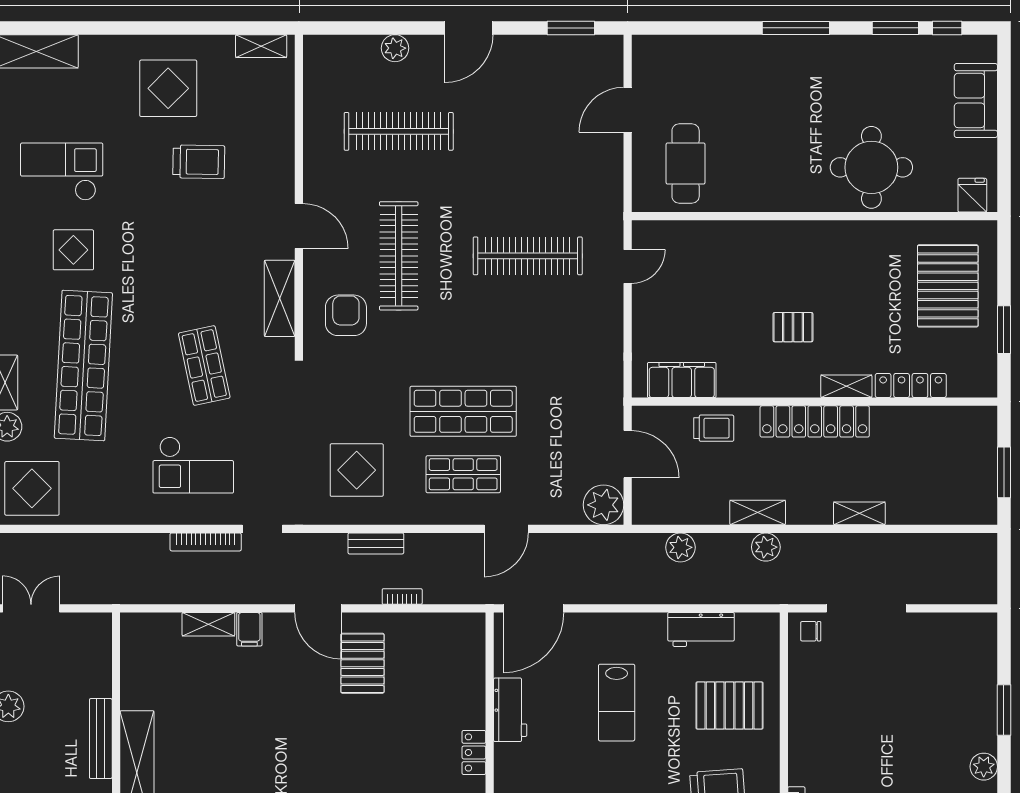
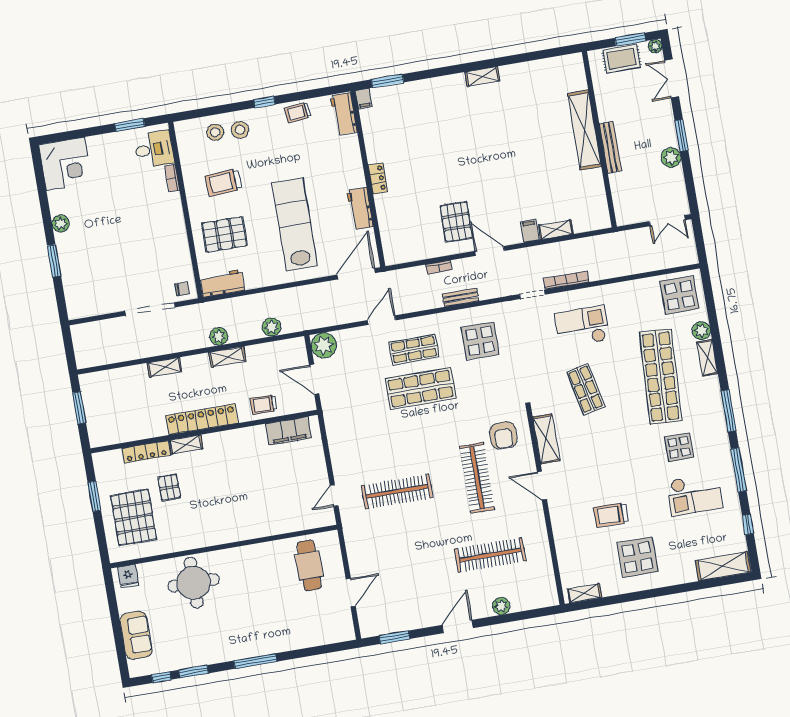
pallet: (793, 327) -> (169, 487), moved, turned 90
workbench: (701, 630) -> (222, 283), moved
lab bench: (617, 703) -> (295, 224), width x1.86, depth x1.39

